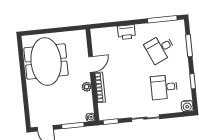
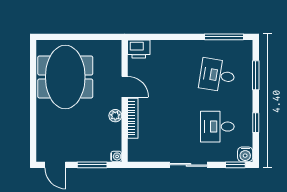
printer: (126, 32) -> (139, 49), moved
desk: (160, 49) -> (217, 75), turned 33
door: (91, 64) -> (125, 87), hinge flipped
window: (111, 122) -> (235, 165), moved

